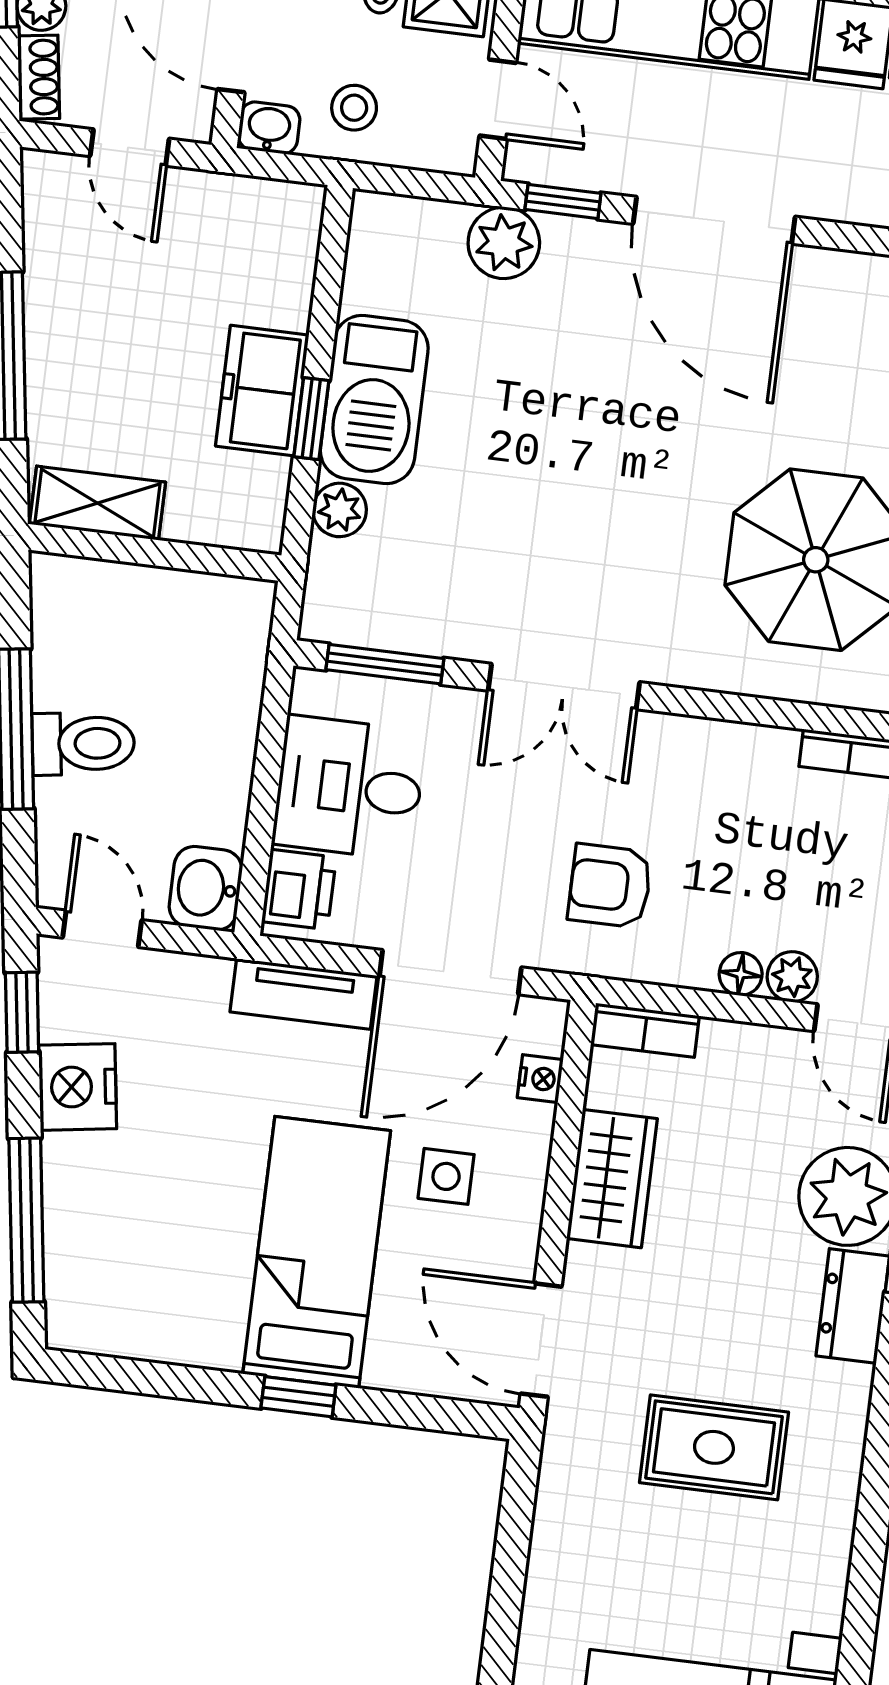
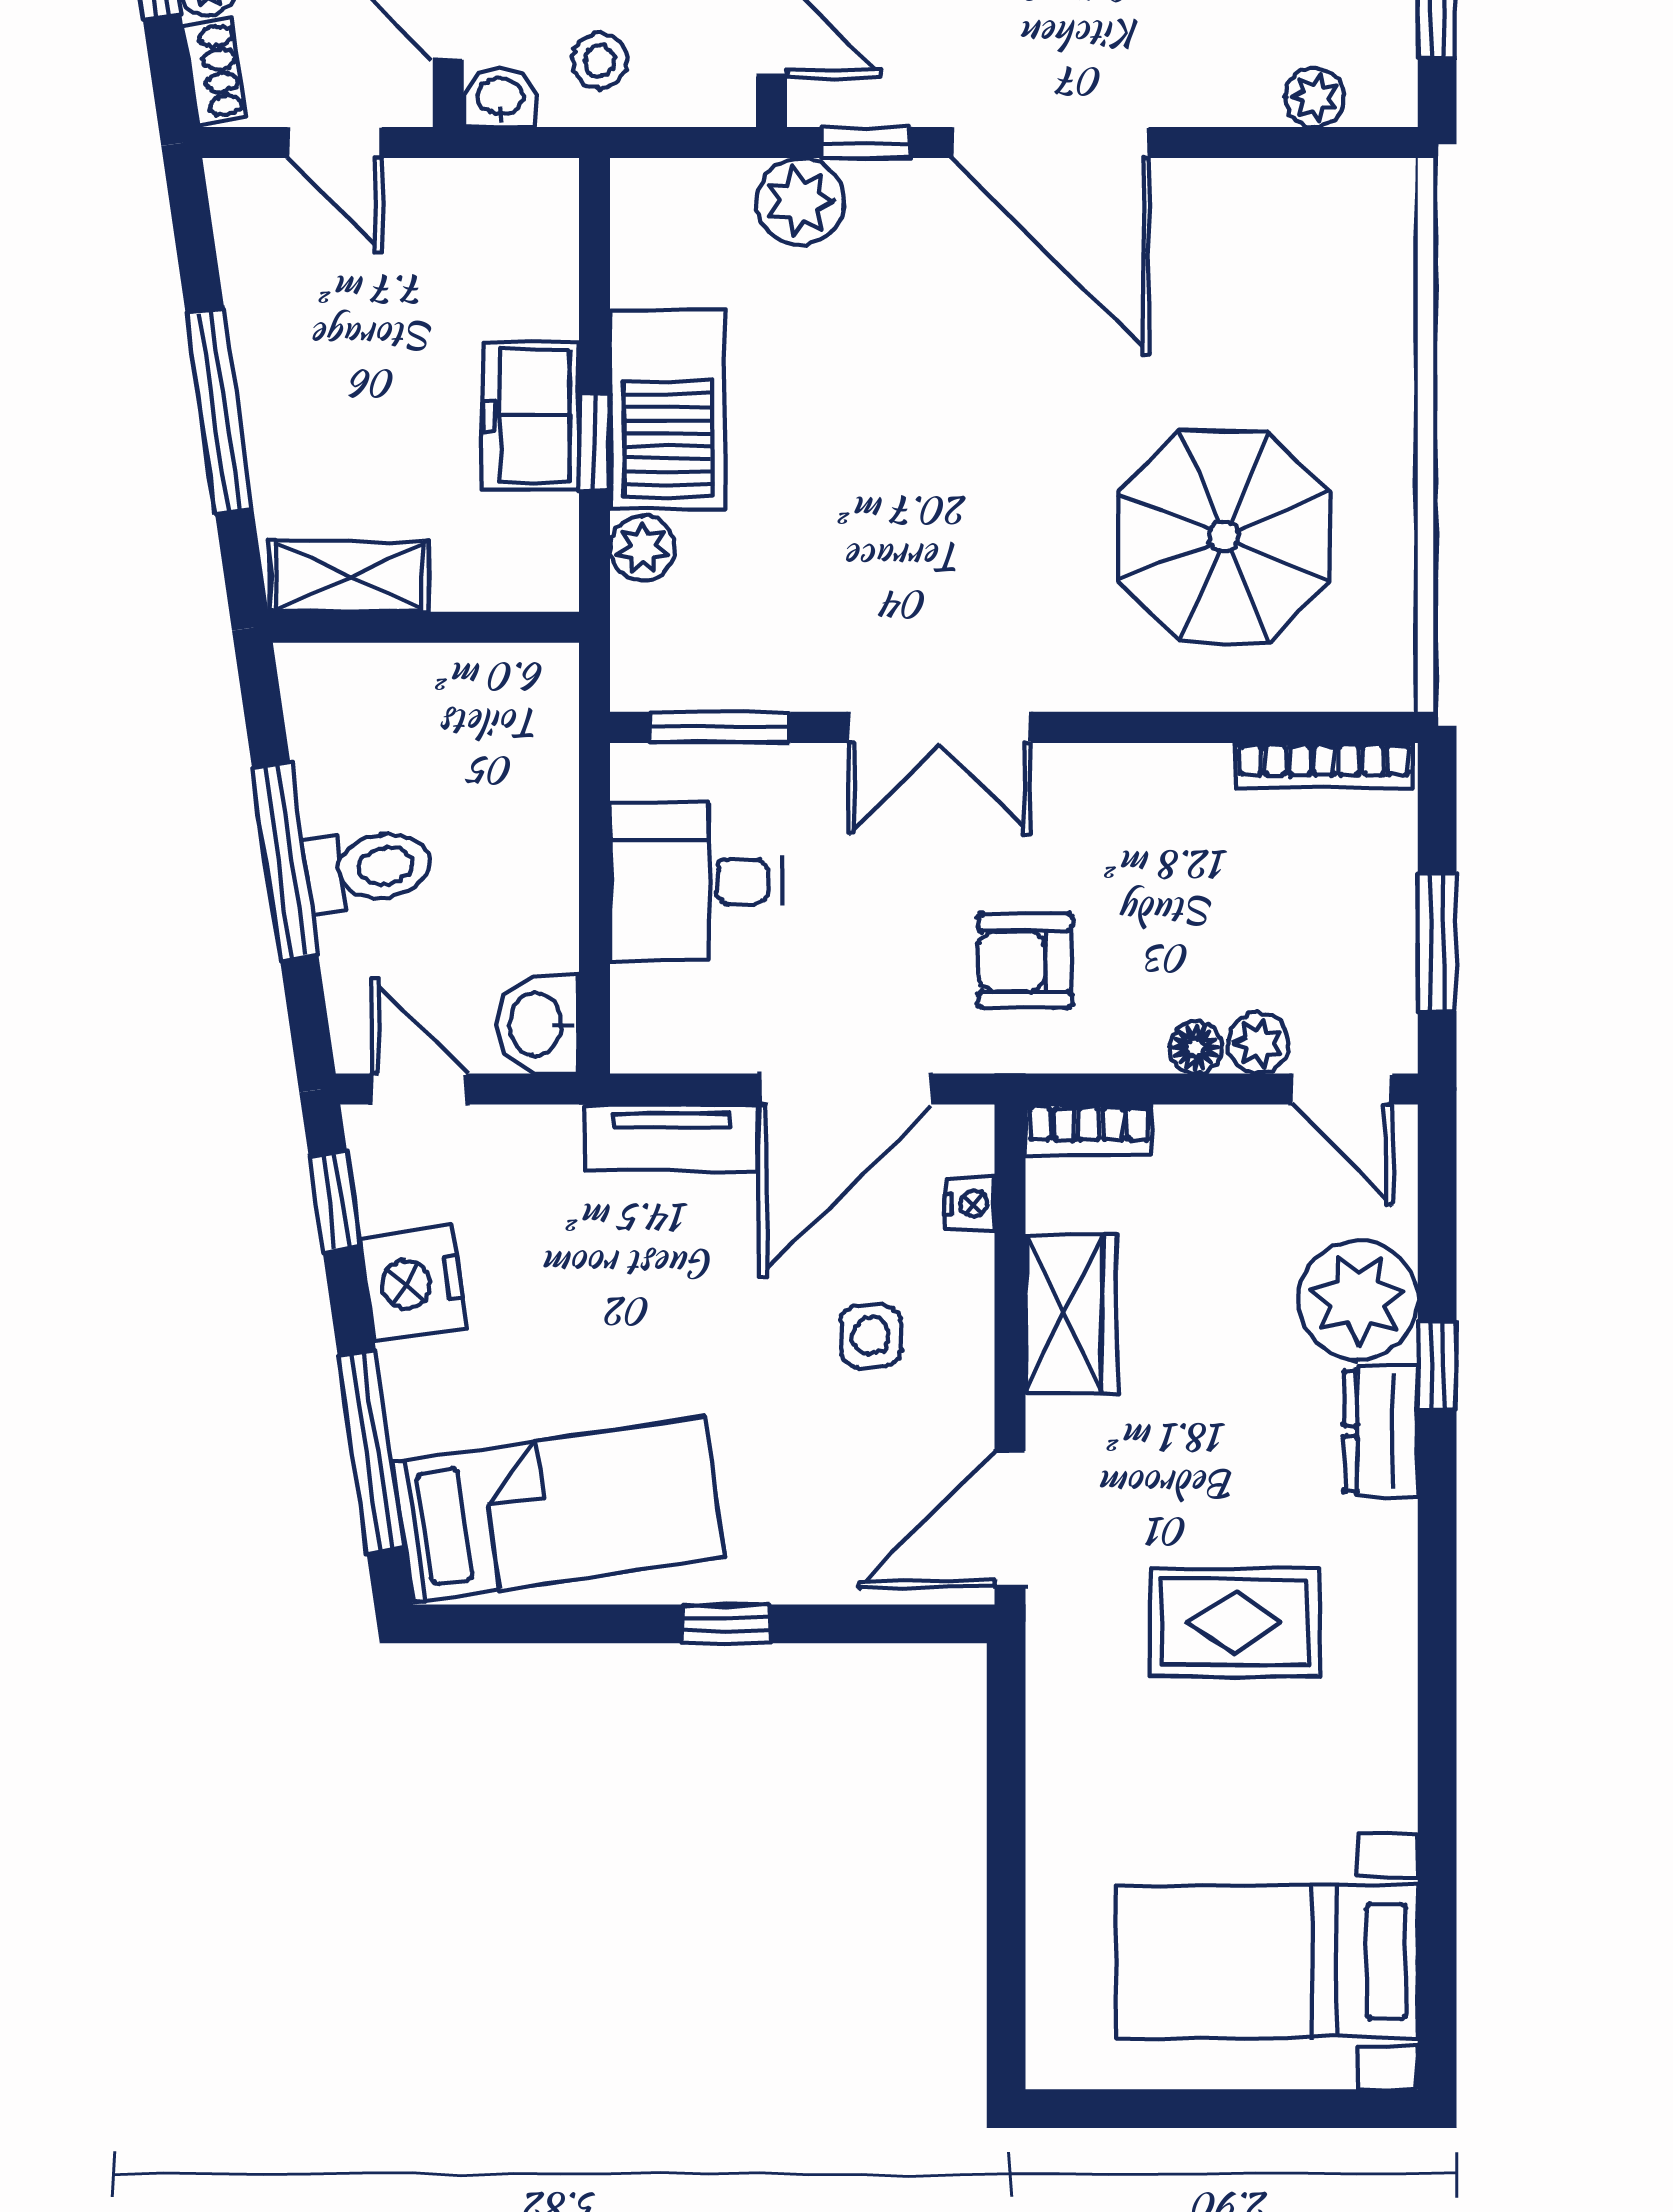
printer: (299, 889) -> (650, 1012), removed
bed: (317, 1252) -> (559, 1510), moved, turned 82
door: (541, 1340) -> (1010, 1519), hinge flipped

